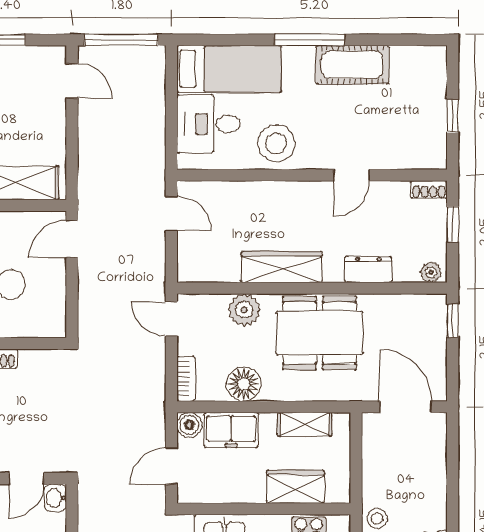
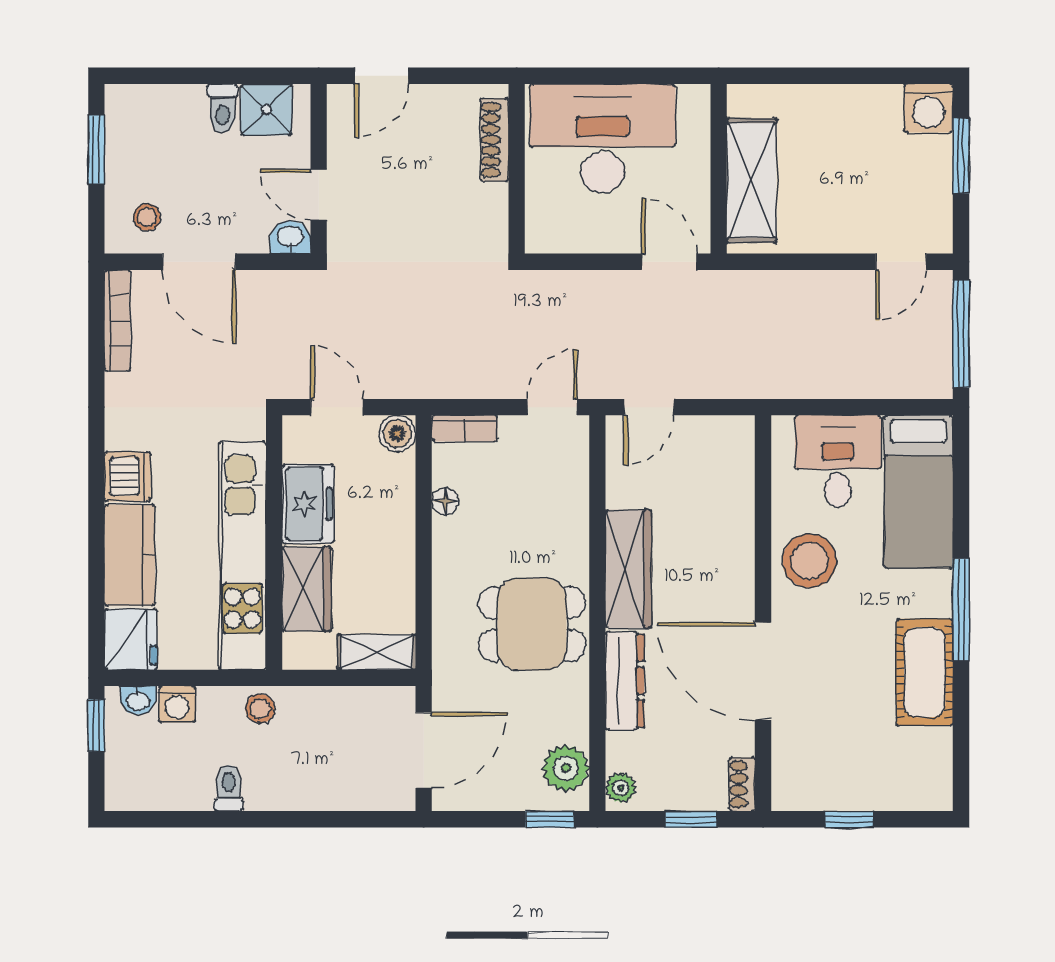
door: (352, 175) -> (763, 671), width x1.88
door: (171, 214) -> (649, 407), moved
dresser: (368, 269) -> (625, 681), width x1.44
plant: (244, 310) -> (566, 768), moved
dining table: (319, 333) -> (532, 624), width x0.73
floor lamp: (244, 384) -> (445, 501), width x0.53, depth x0.53
shelving: (305, 424) -> (377, 652), moved, turned 90
freezer: (231, 430) -> (308, 504), moved, turned 180

